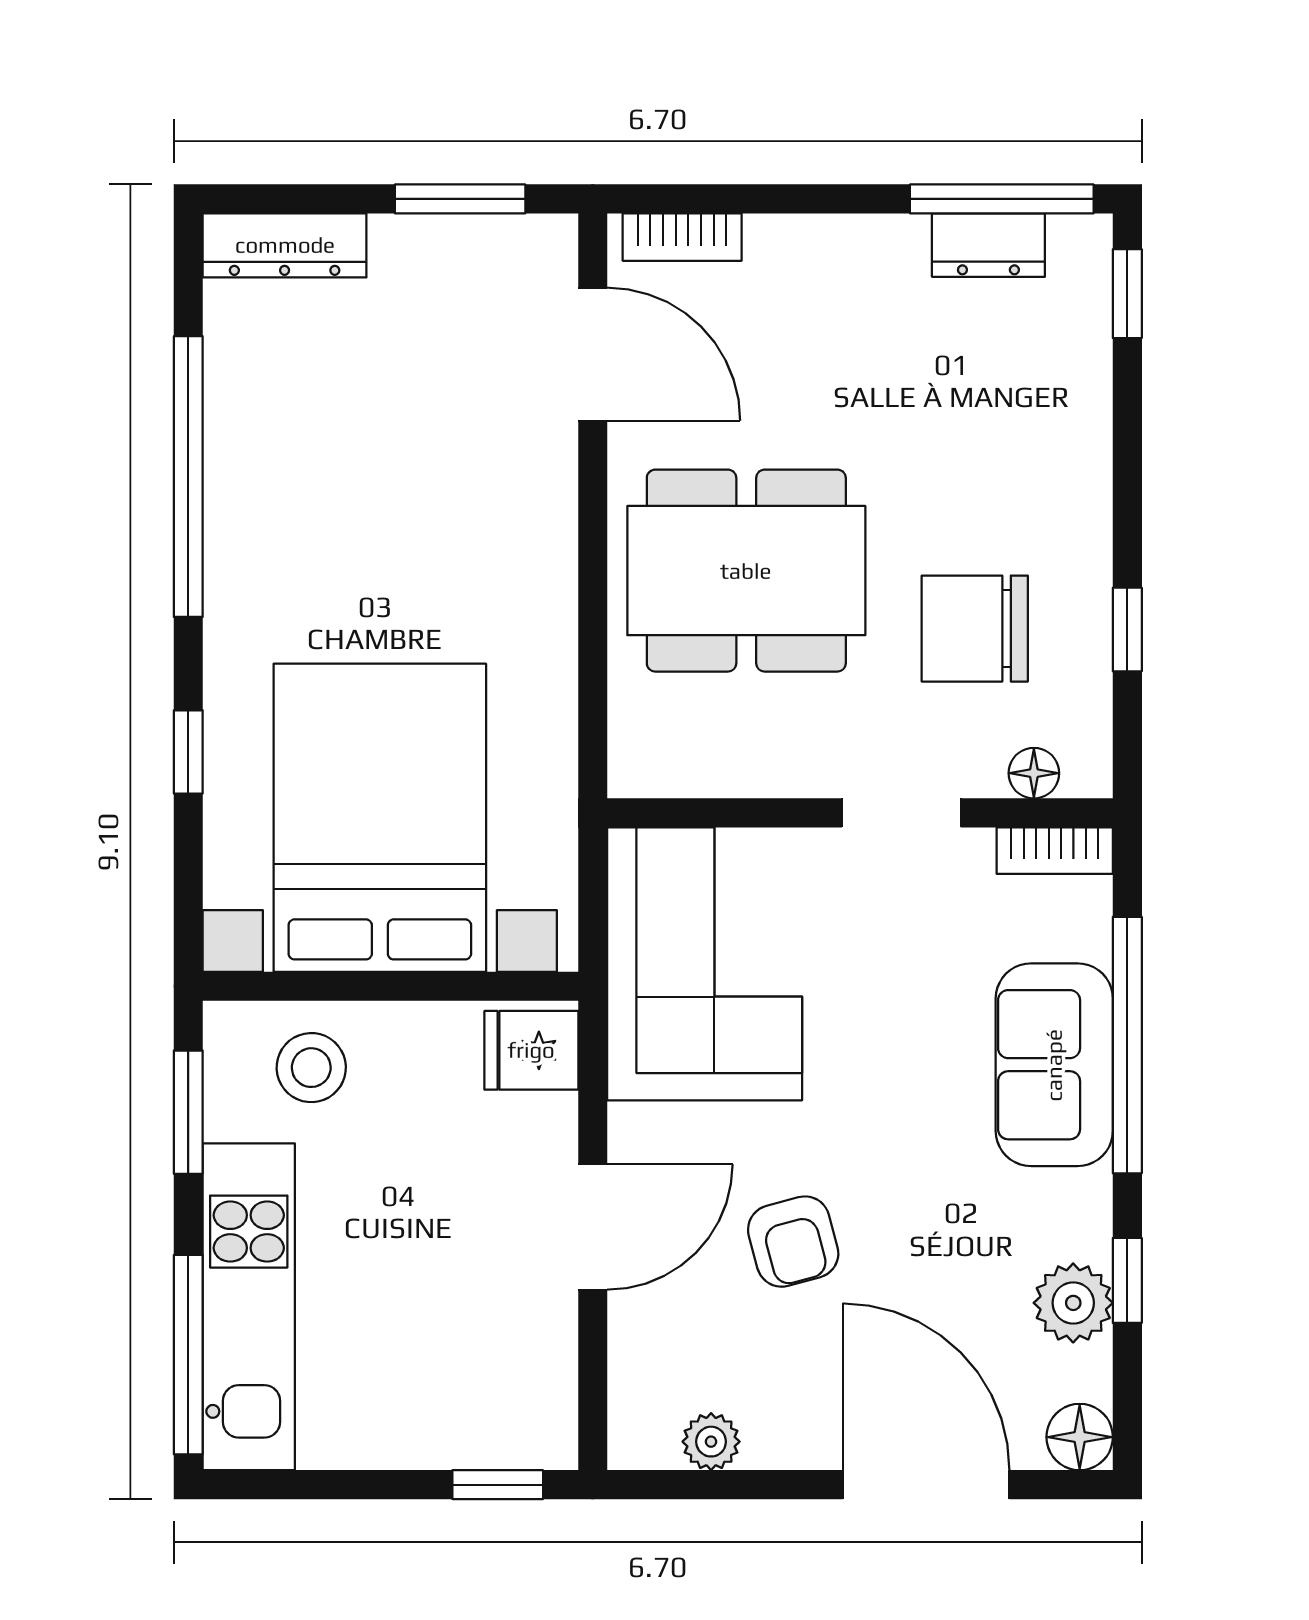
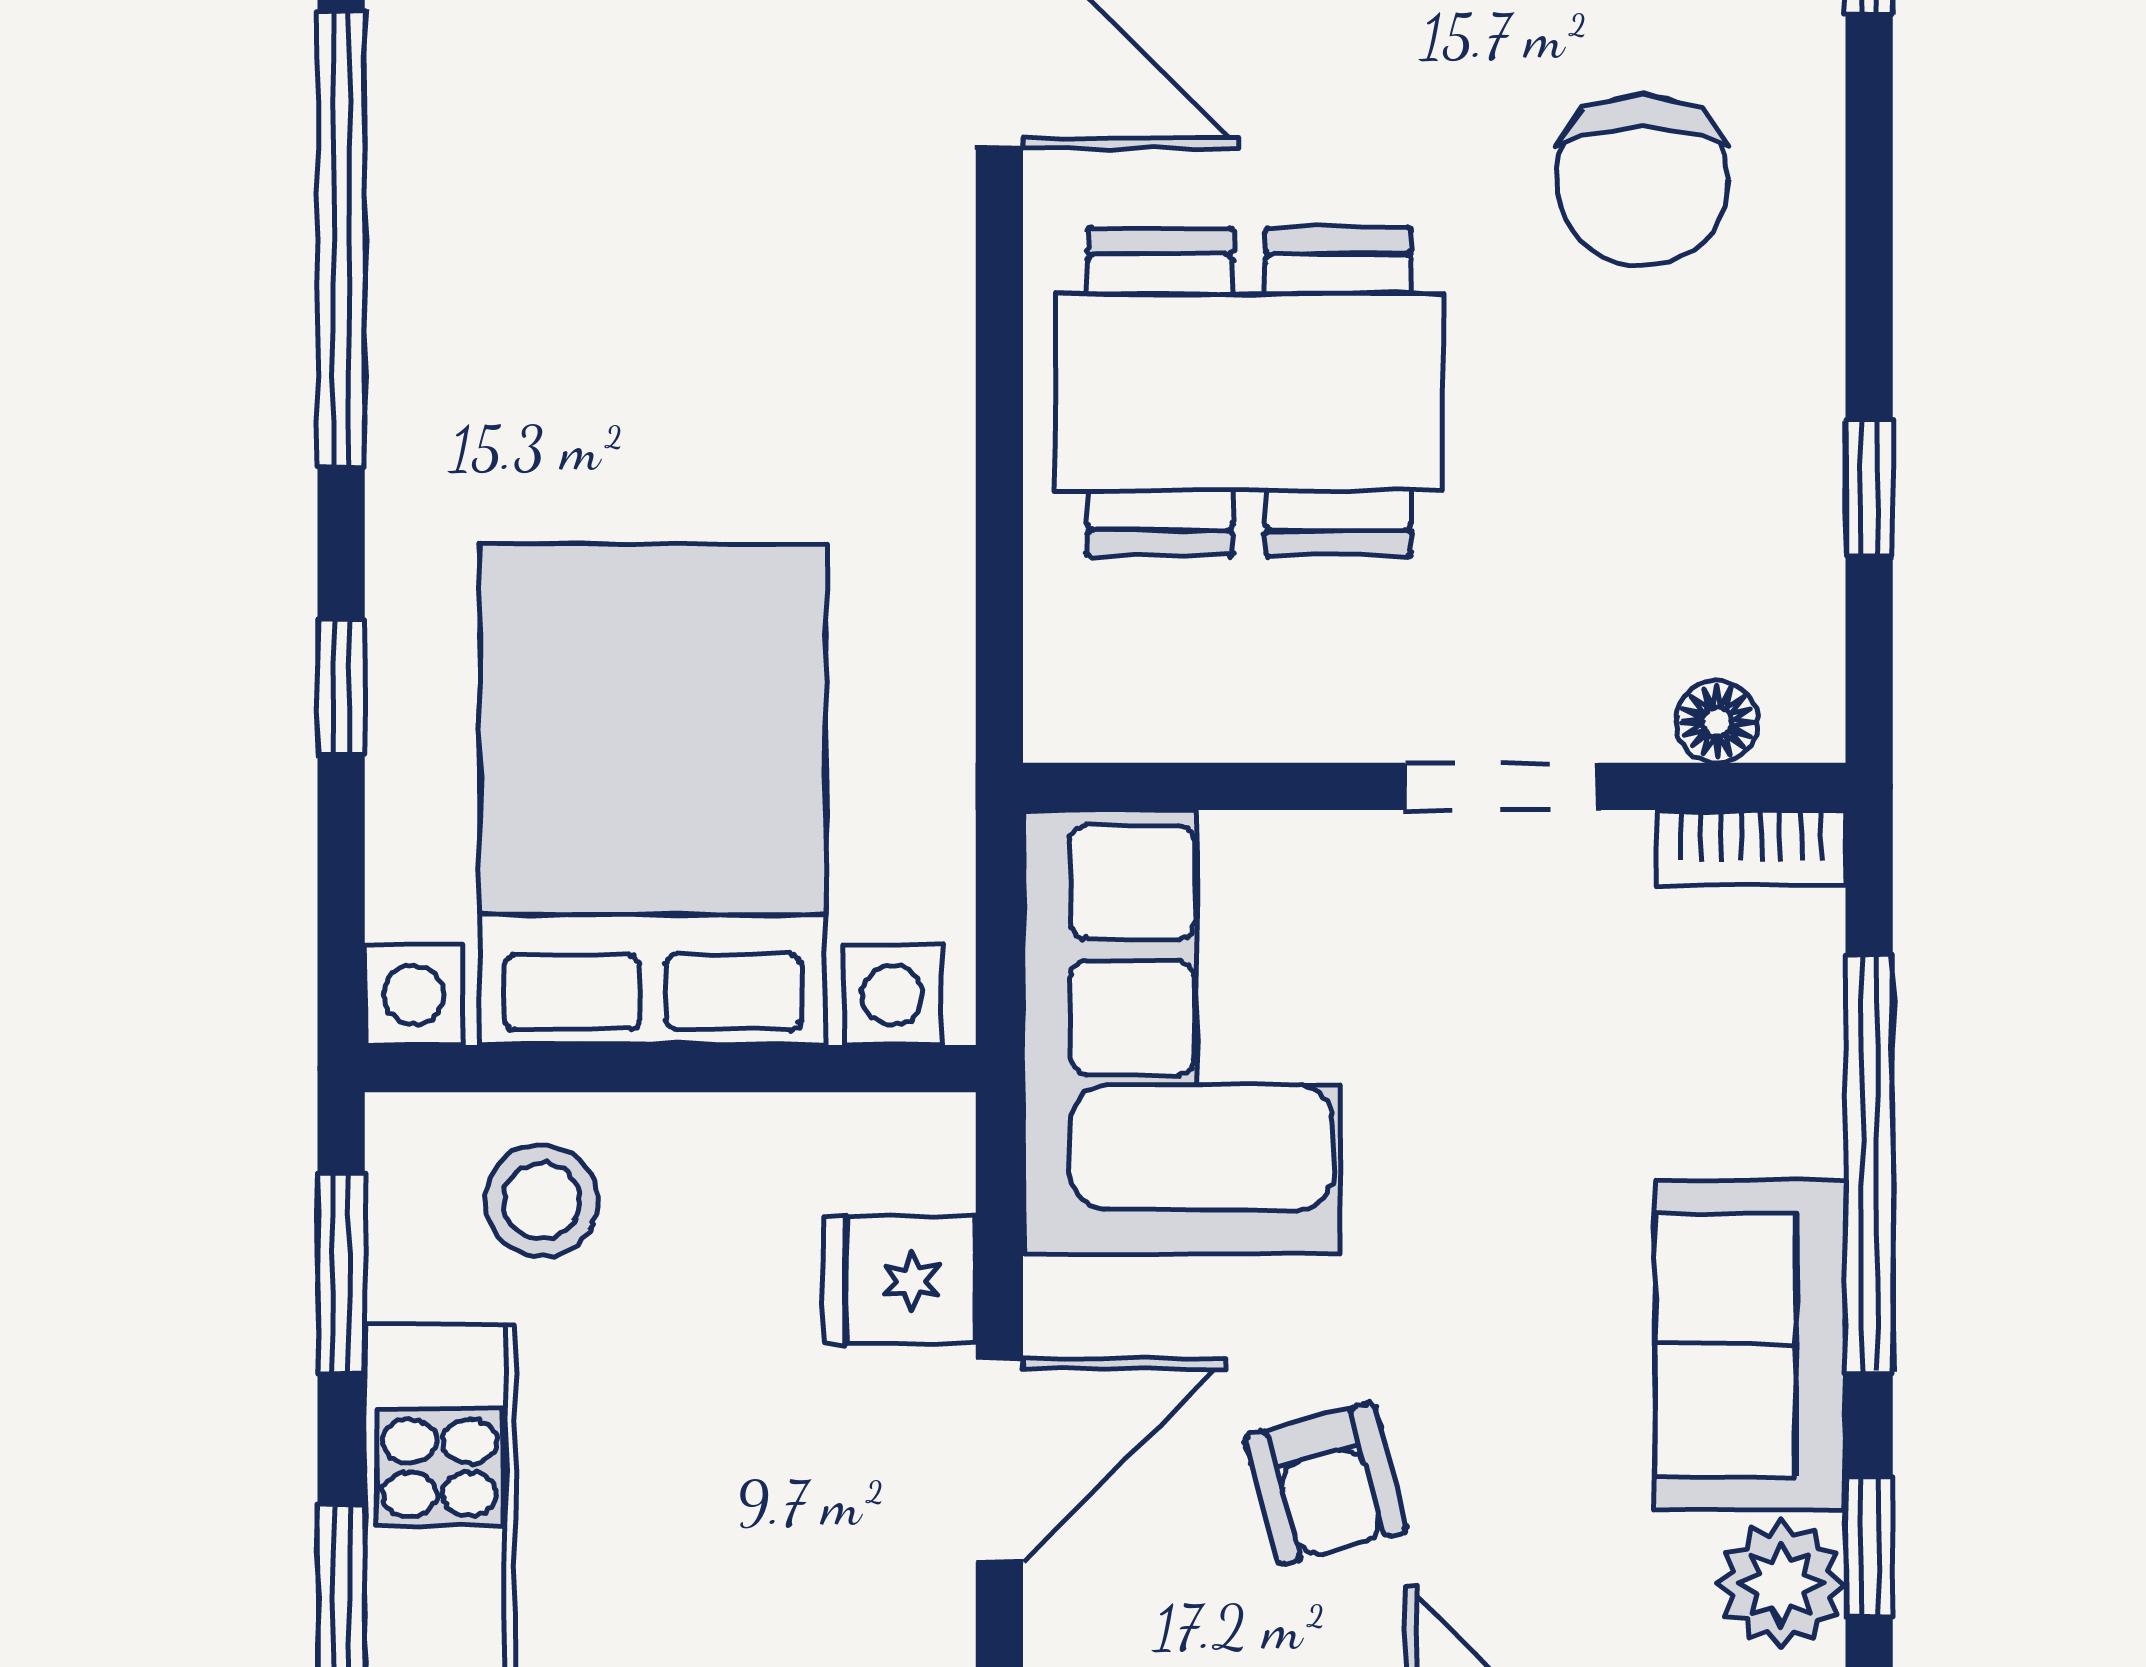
chair: (975, 629) -> (1642, 180), moved, turned -90
fridge: (531, 1050) -> (900, 1280), moved
sofa: (1054, 1065) -> (1750, 1345), moved

